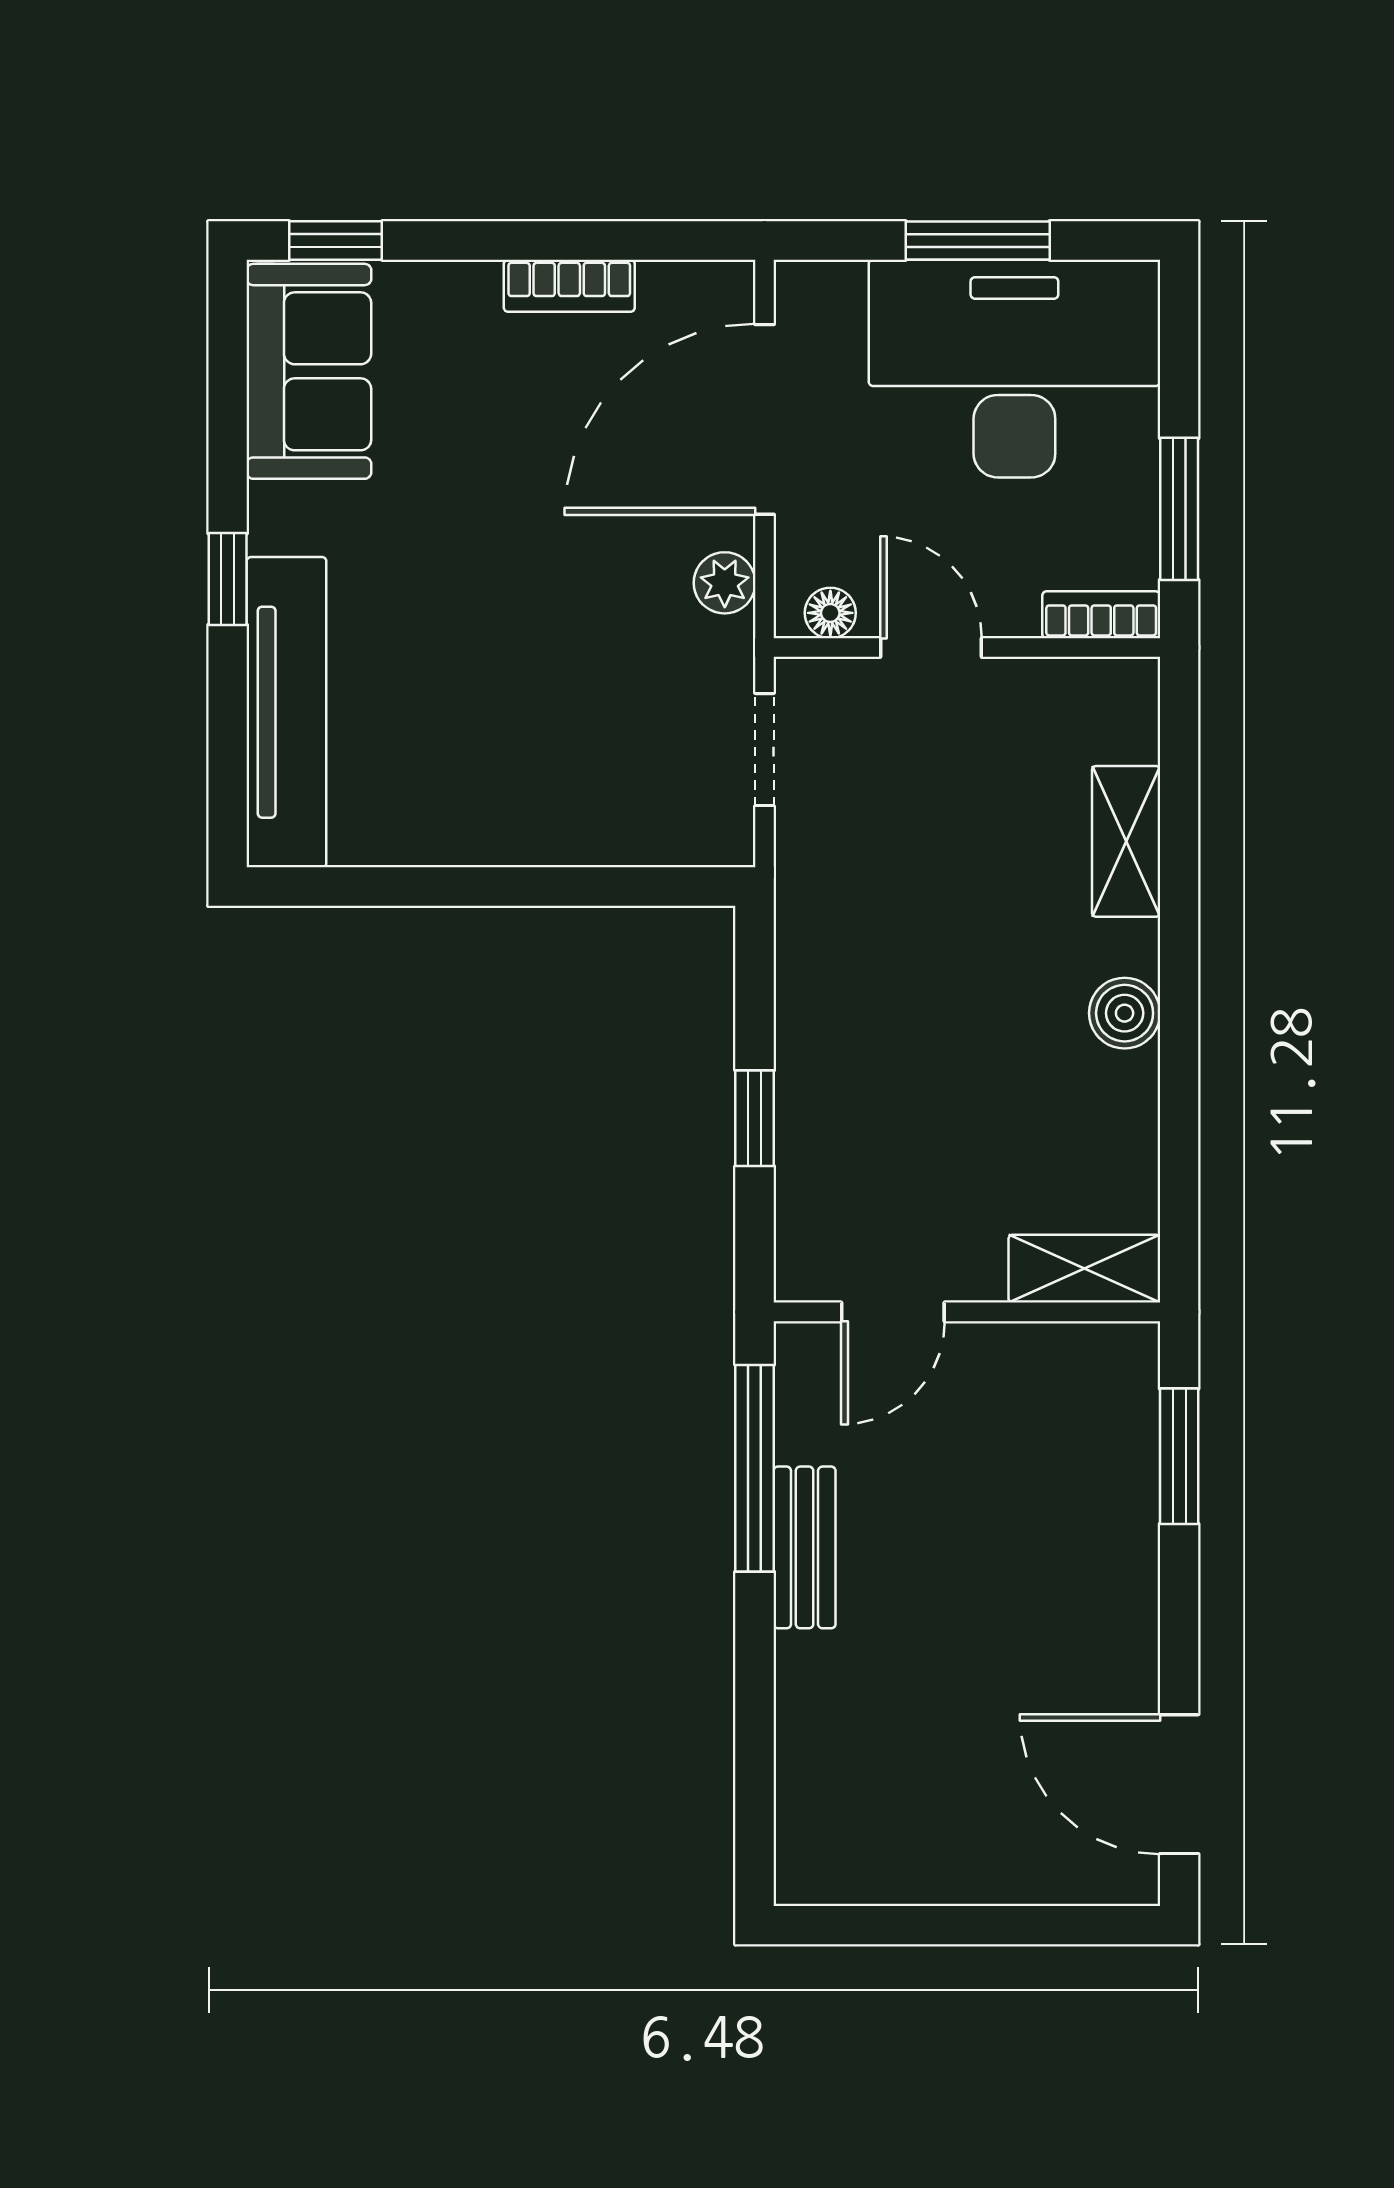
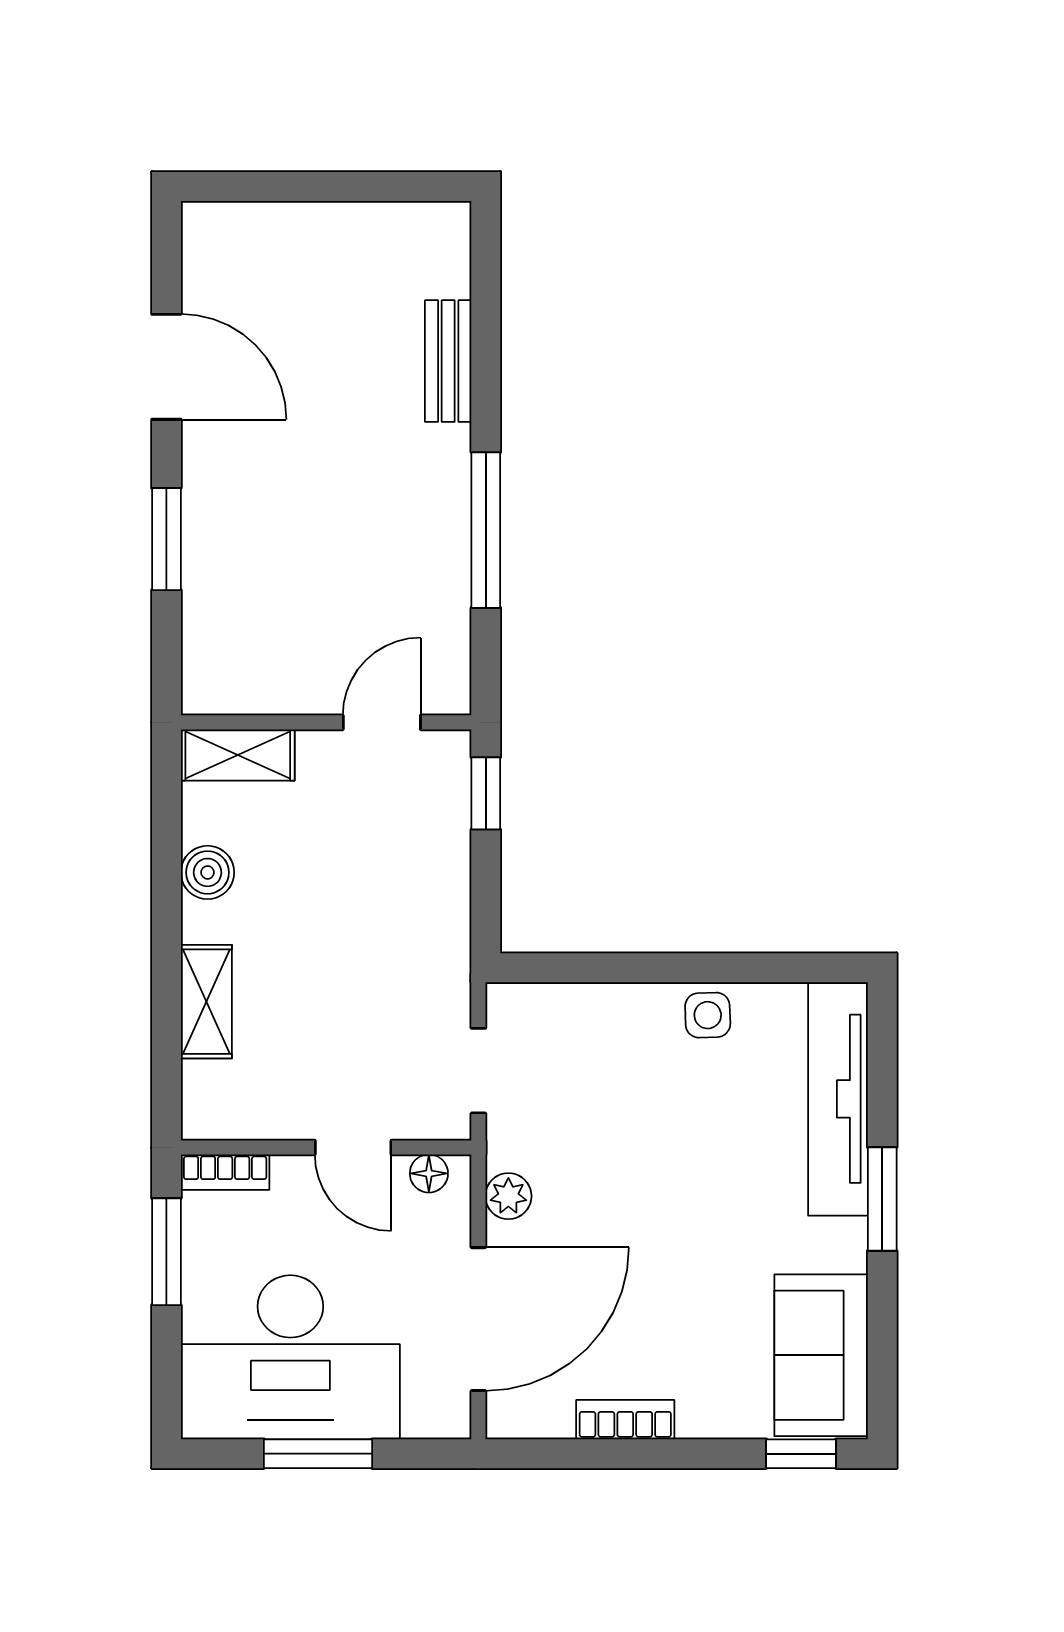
window: (228, 579) -> (882, 1199), width x1.50
side table: (460, 823) -> (708, 1015), added
shelving: (1084, 1269) -> (238, 755), moved
door: (893, 1312) -> (382, 722), moved
wall: (967, 1312) -> (326, 722), moved
bench: (805, 1547) -> (448, 361), moved
door: (1179, 1784) -> (166, 367), moved

